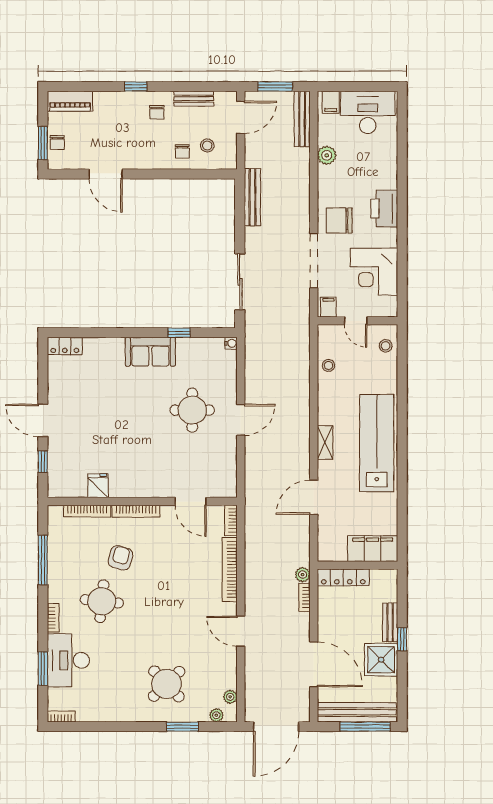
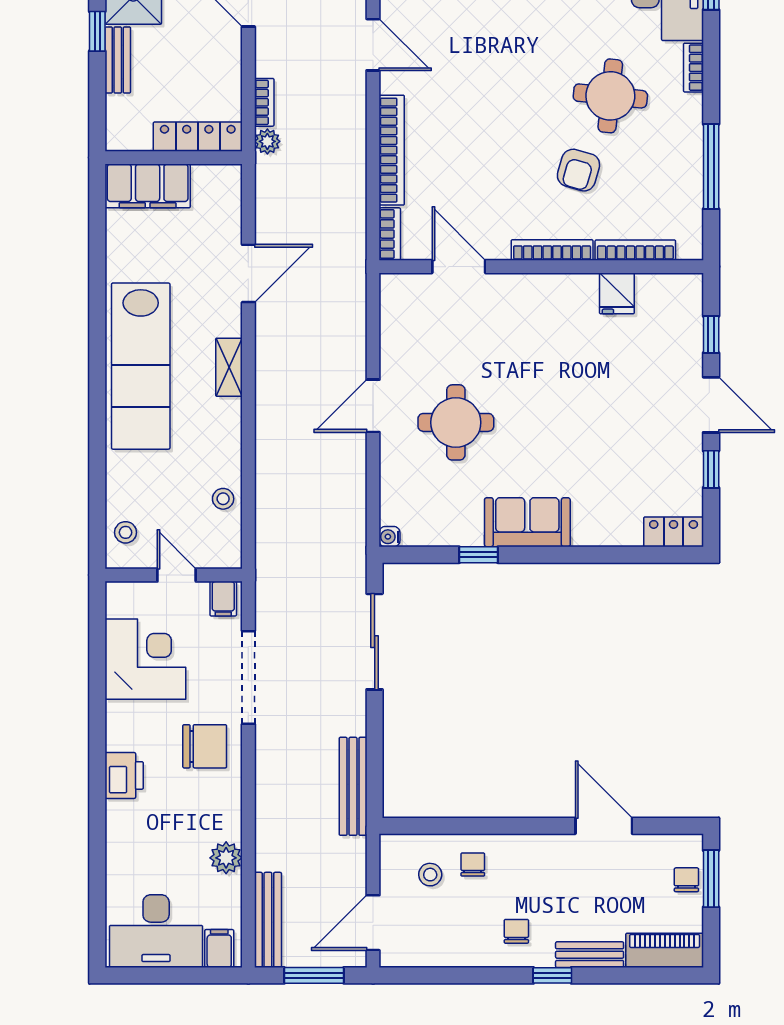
bench: (194, 99) -> (590, 955), moved
printer: (384, 209) -> (124, 775), width x0.73, depth x0.84
window: (43, 383) -> (711, 469), added

